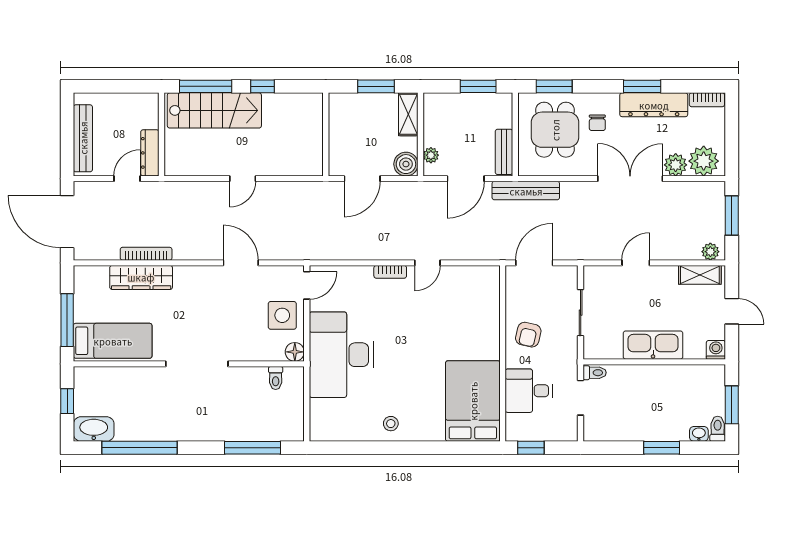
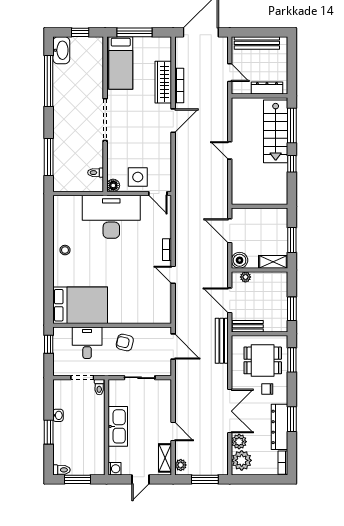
dresser: (150, 153) -> (267, 88), moved
door: (241, 263) -> (173, 121), moved
door: (636, 263) -> (173, 432), moved
washbasin: (699, 434) -> (58, 415), moved

